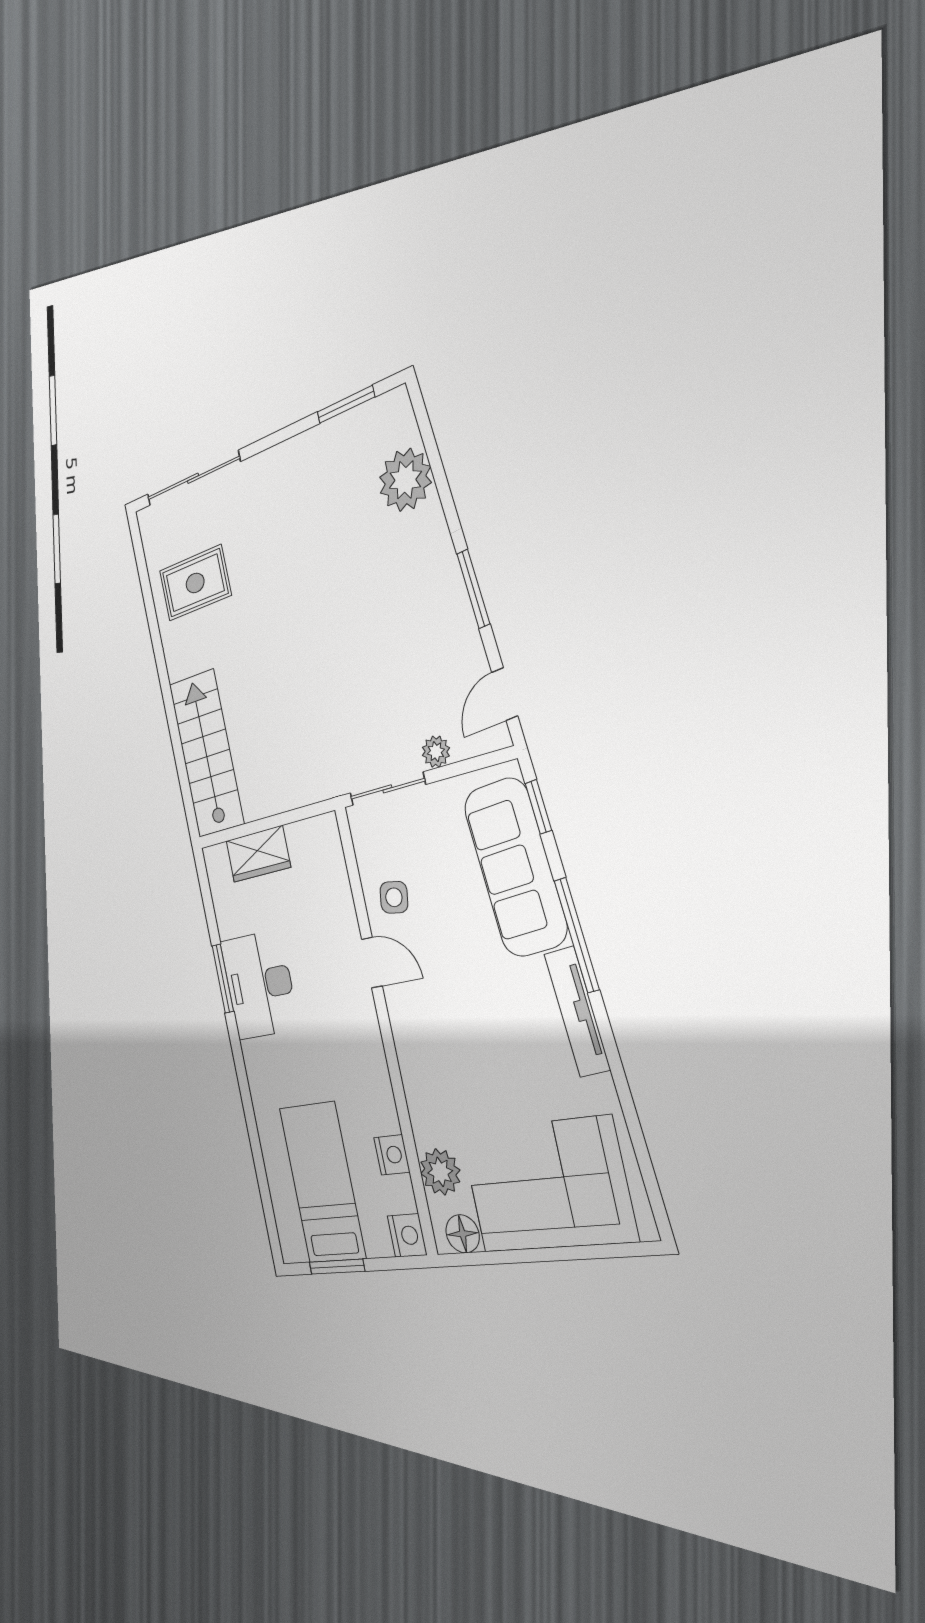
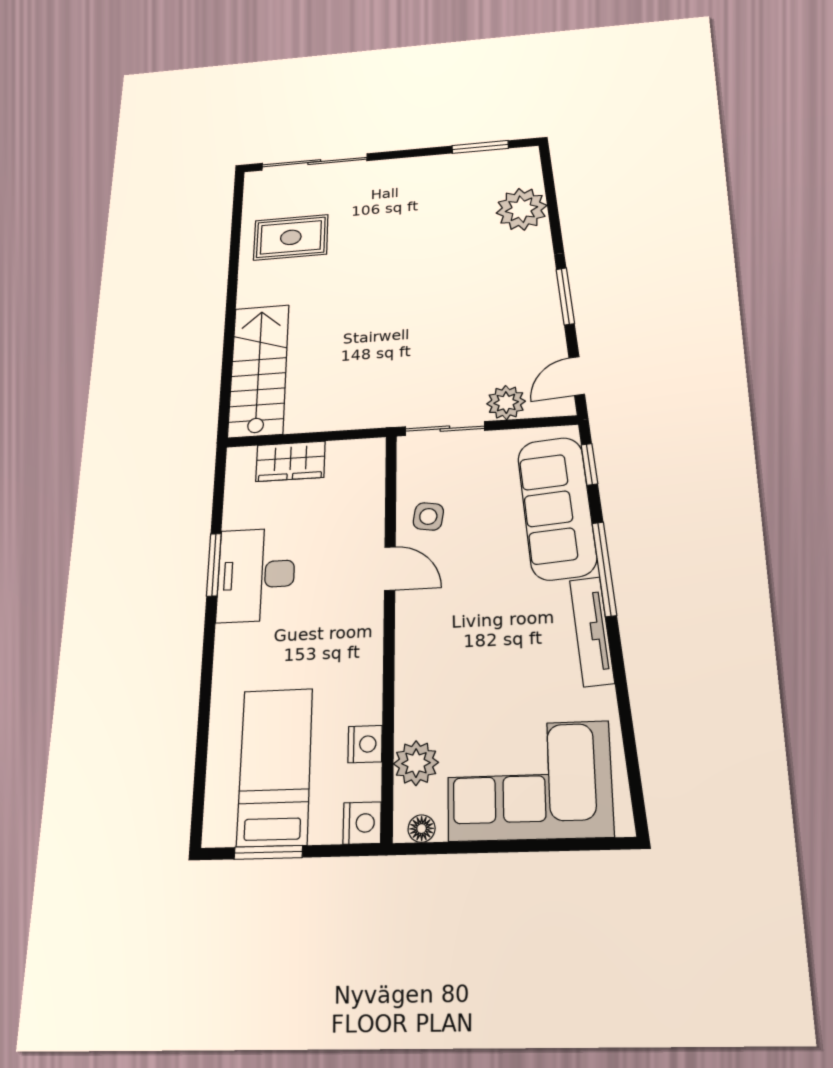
plant: (436, 752) -> (506, 403), width x1.38, depth x1.38
floor lamp: (463, 1234) -> (422, 829), width x0.73, depth x0.73

